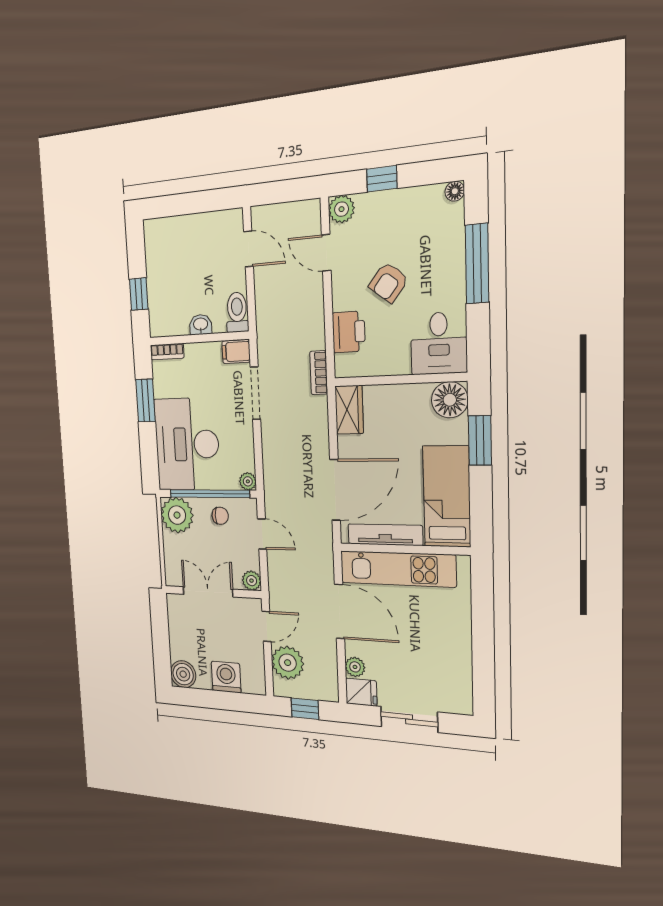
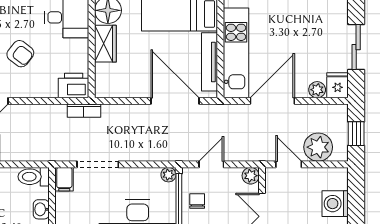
printer: (349, 332) -> (74, 85), moved
wardrobe: (349, 410) -> (105, 44), moved, turned 90

